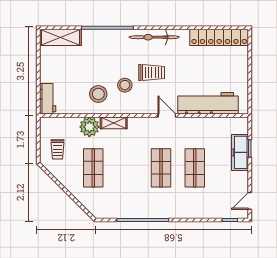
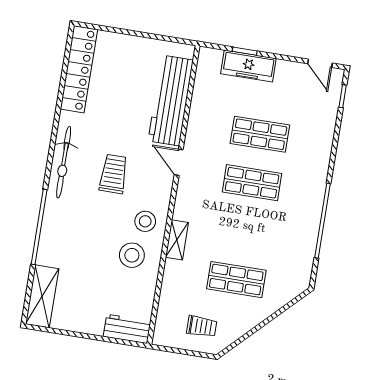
stool: (125, 85) -> (145, 221), moved
door: (167, 116) -> (179, 162), hinge flipped
plant: (89, 127) -> (177, 275), removed

